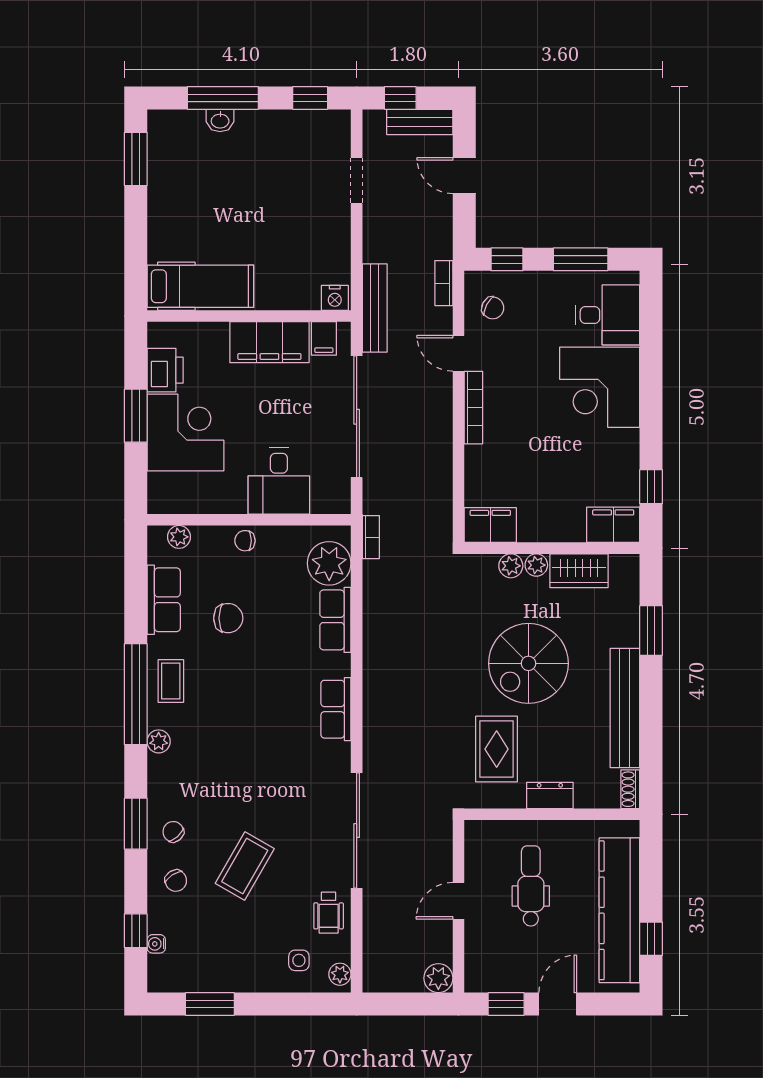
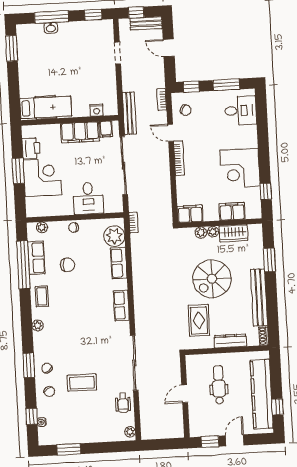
nightstand: (335, 298) -> (97, 110), moved
corner desk: (600, 387) -> (240, 168), moved
filing cabinet: (613, 525) -> (232, 211), moved
window: (136, 694) -> (23, 265), moved
dresser: (550, 795) -> (230, 341), width x1.44
coffee table: (245, 866) -> (82, 383), turned 60
side table: (299, 960) -> (110, 426), removed
plant: (438, 978) -> (177, 431), removed

